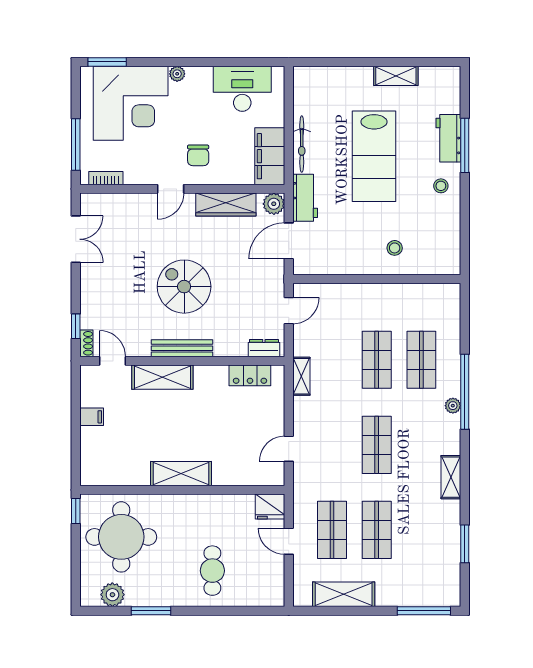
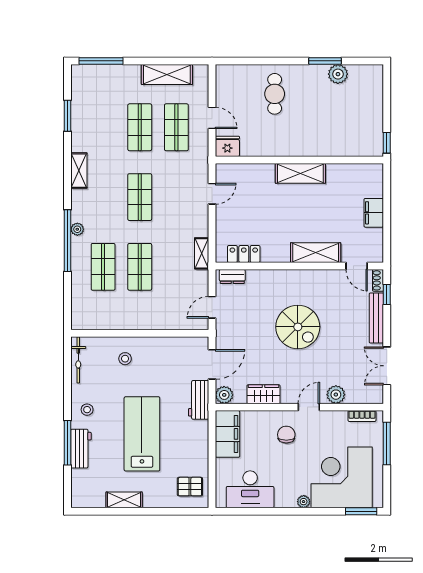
pallet: (316, 92) -> (190, 487), added
bicycle: (302, 144) -> (78, 360), moved, turned 180
plant: (138, 204) -> (336, 395), added
wardrobe: (226, 205) -> (264, 394), width x0.67
bench: (182, 348) -> (376, 318), moved, turned 90
filing cabinet: (92, 417) -> (374, 213), width x2.00
round table: (121, 537) -> (349, 121), removed
plant: (112, 595) -> (338, 74), moved

